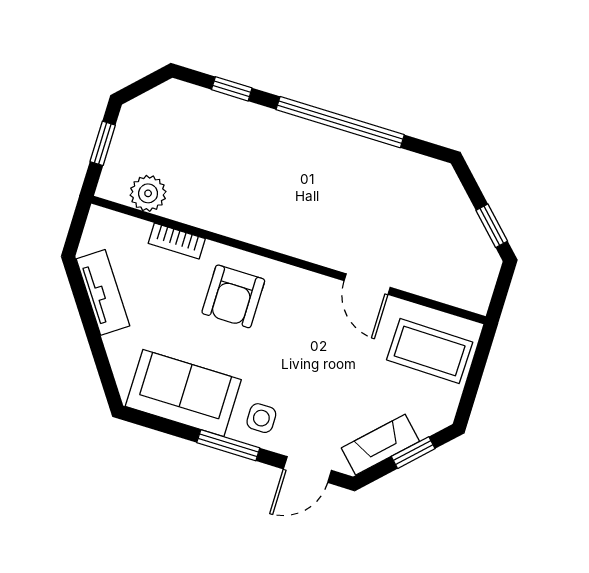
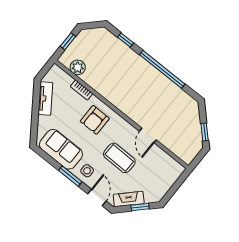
coffee table: (430, 351) -> (119, 158), moved
door: (307, 470) -> (97, 197), swing flipped

